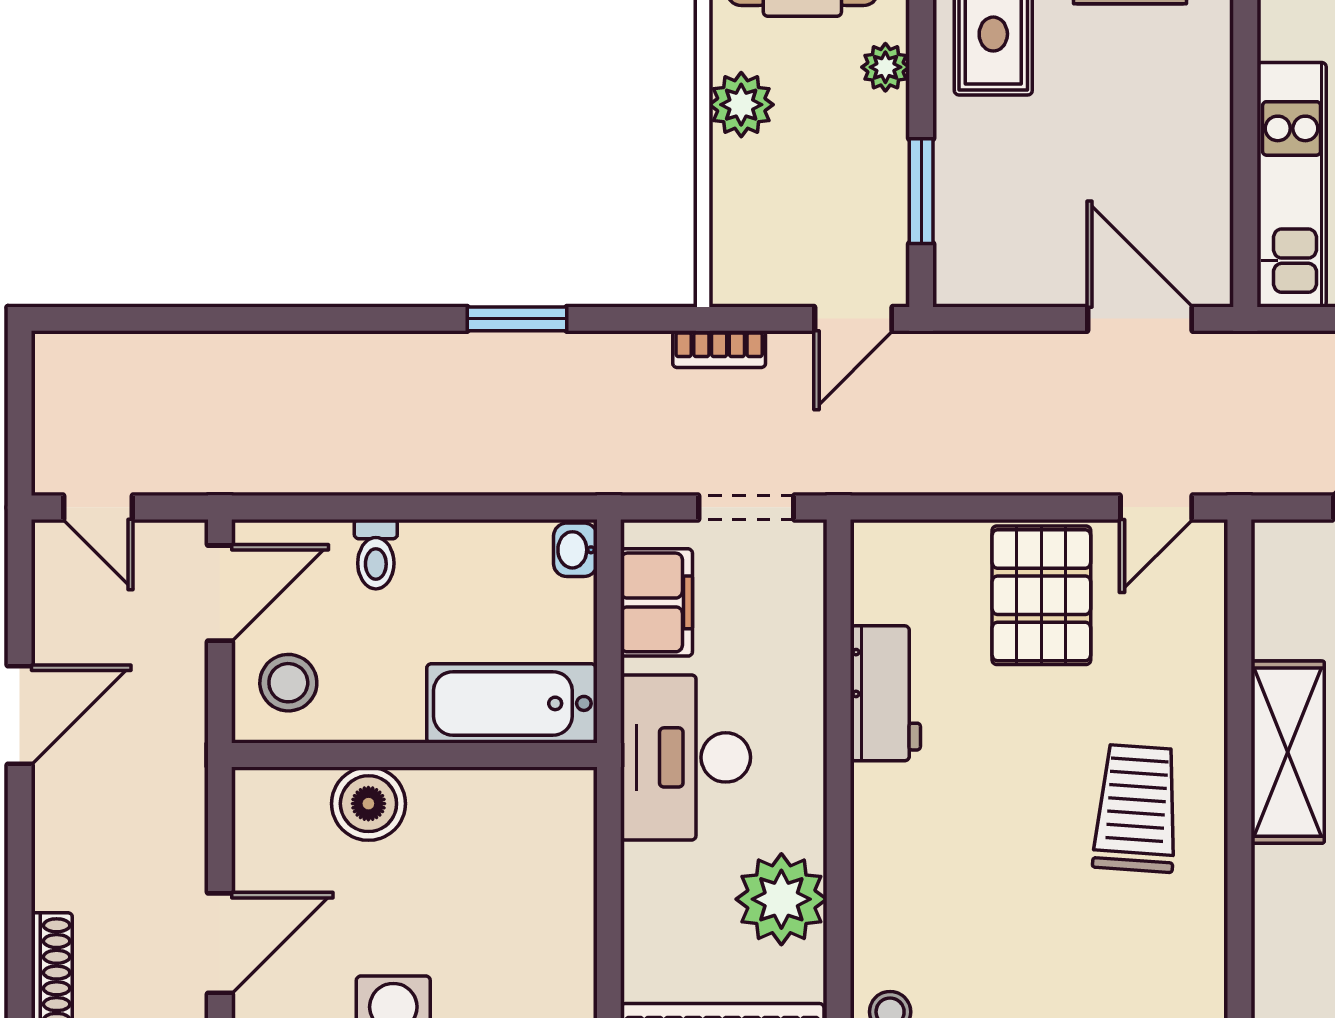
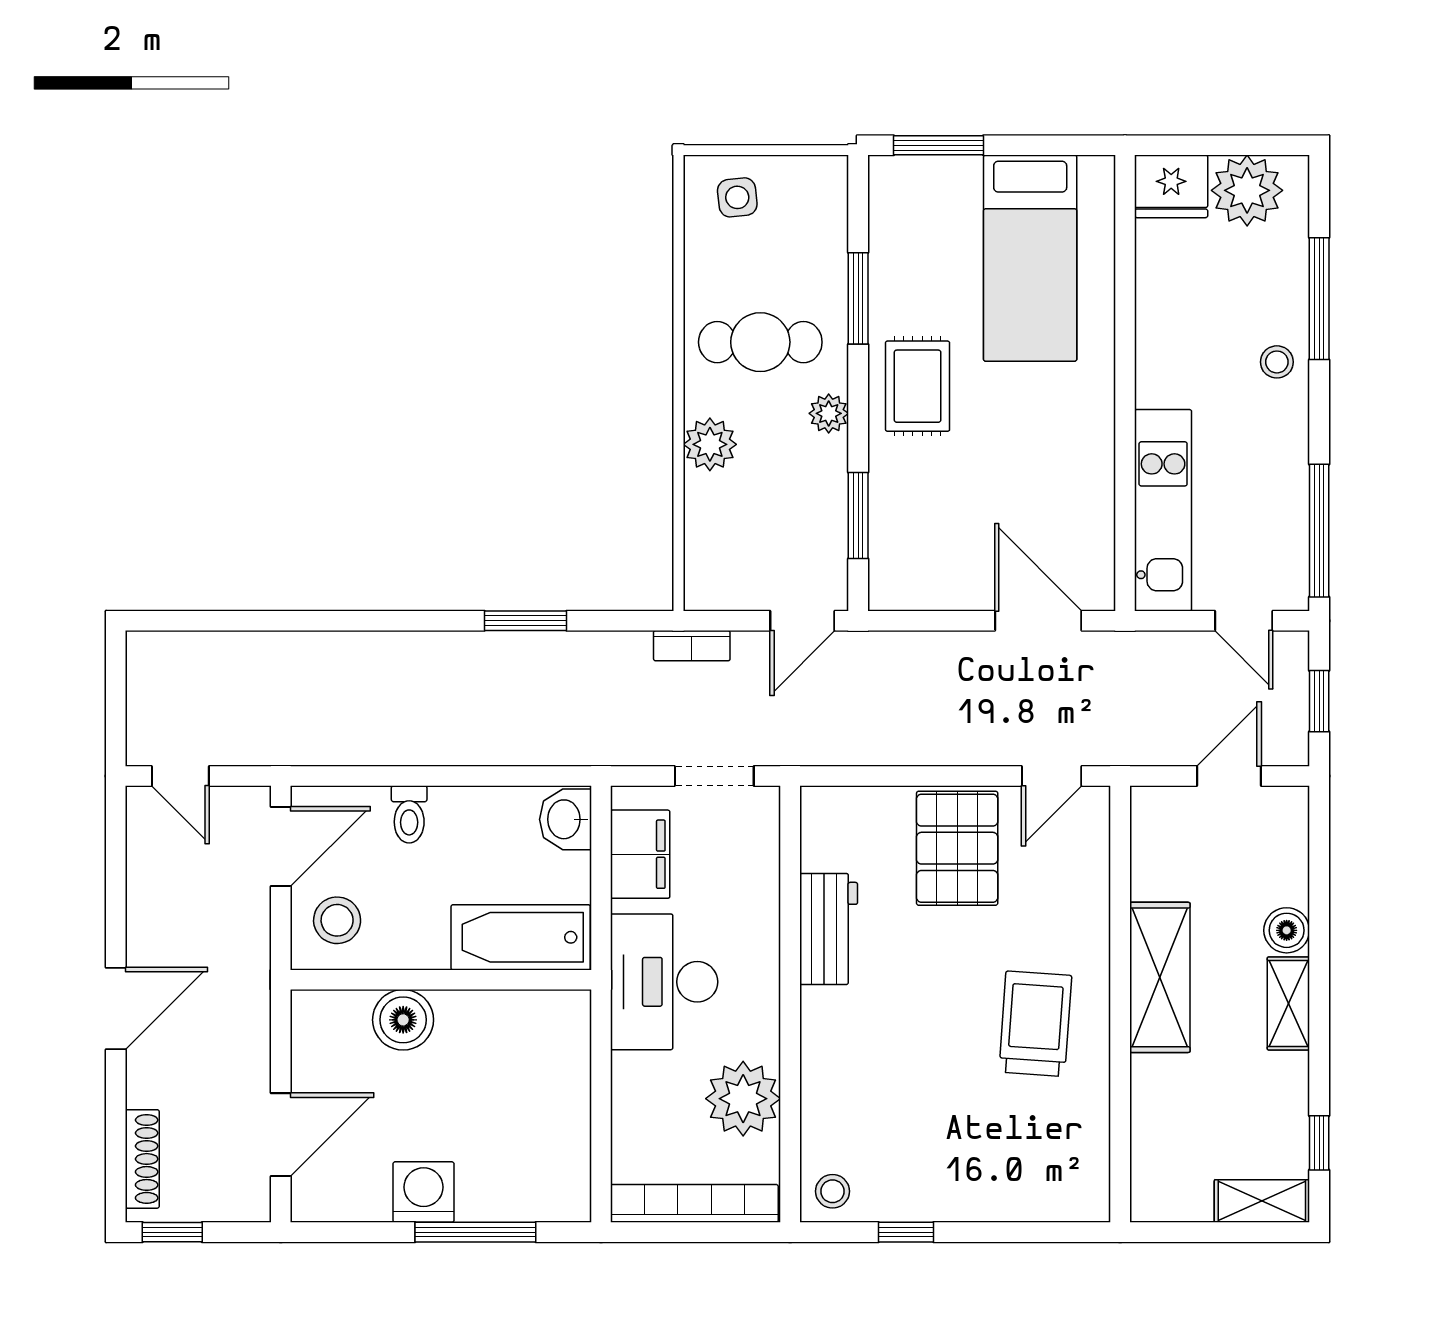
washbasin: (575, 550) -> (565, 819), width x1.38, depth x1.45
door: (20, 715) -> (116, 1008), moved

